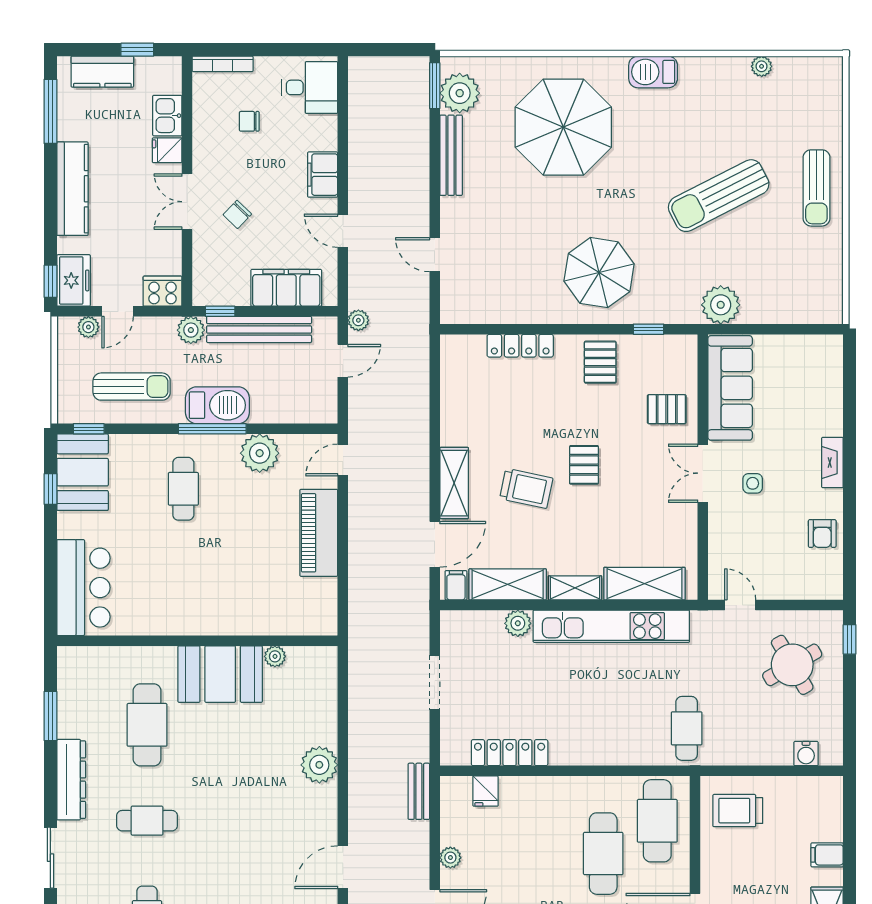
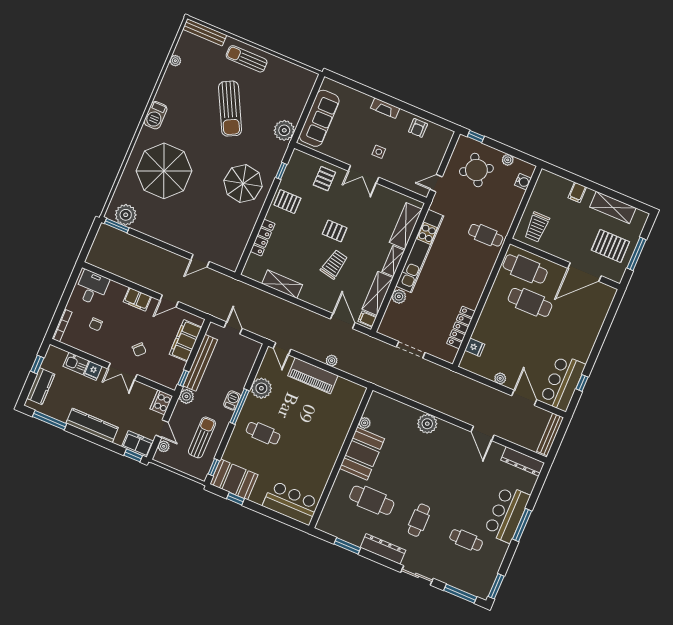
bench: (451, 155) -> (205, 32), moved
sun lounger: (816, 188) -> (247, 59), turned 180
plant: (358, 320) -> (332, 361), moved
sofa: (730, 388) -> (319, 118), moved, turned 90
barbecue: (217, 405) -> (232, 400), width x0.53, depth x0.65
shelving: (454, 483) -> (282, 284), moved
armchair: (822, 534) -> (418, 128), turned 90
plant: (833, 711) -> (508, 160), added
bench: (419, 791) -> (461, 380), removed

